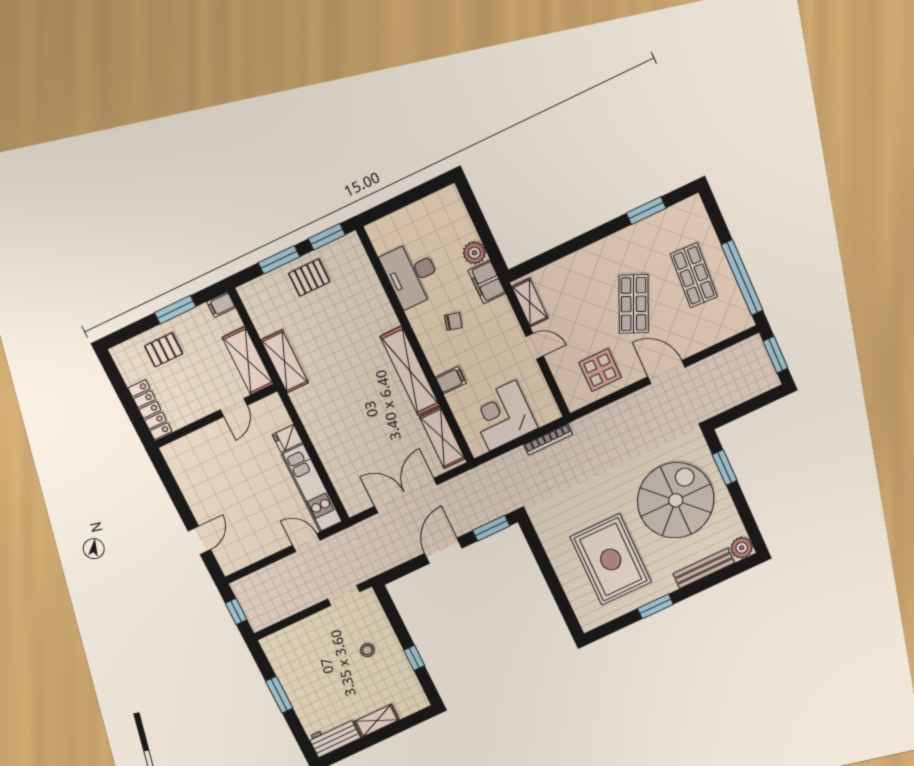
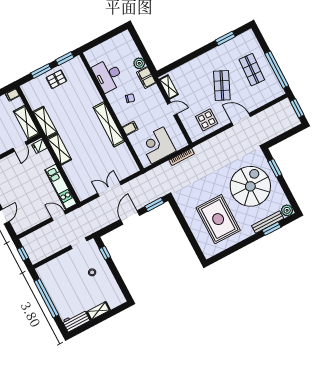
shelving: (442, 438) -> (59, 149), moved
fridge: (287, 439) -> (39, 146), moved
double door: (406, 496) -> (109, 189), width x0.73
window: (655, 606) -> (272, 229), moved
window: (414, 658) -> (105, 253), moved
window: (279, 695) -> (46, 298), width x2.11

